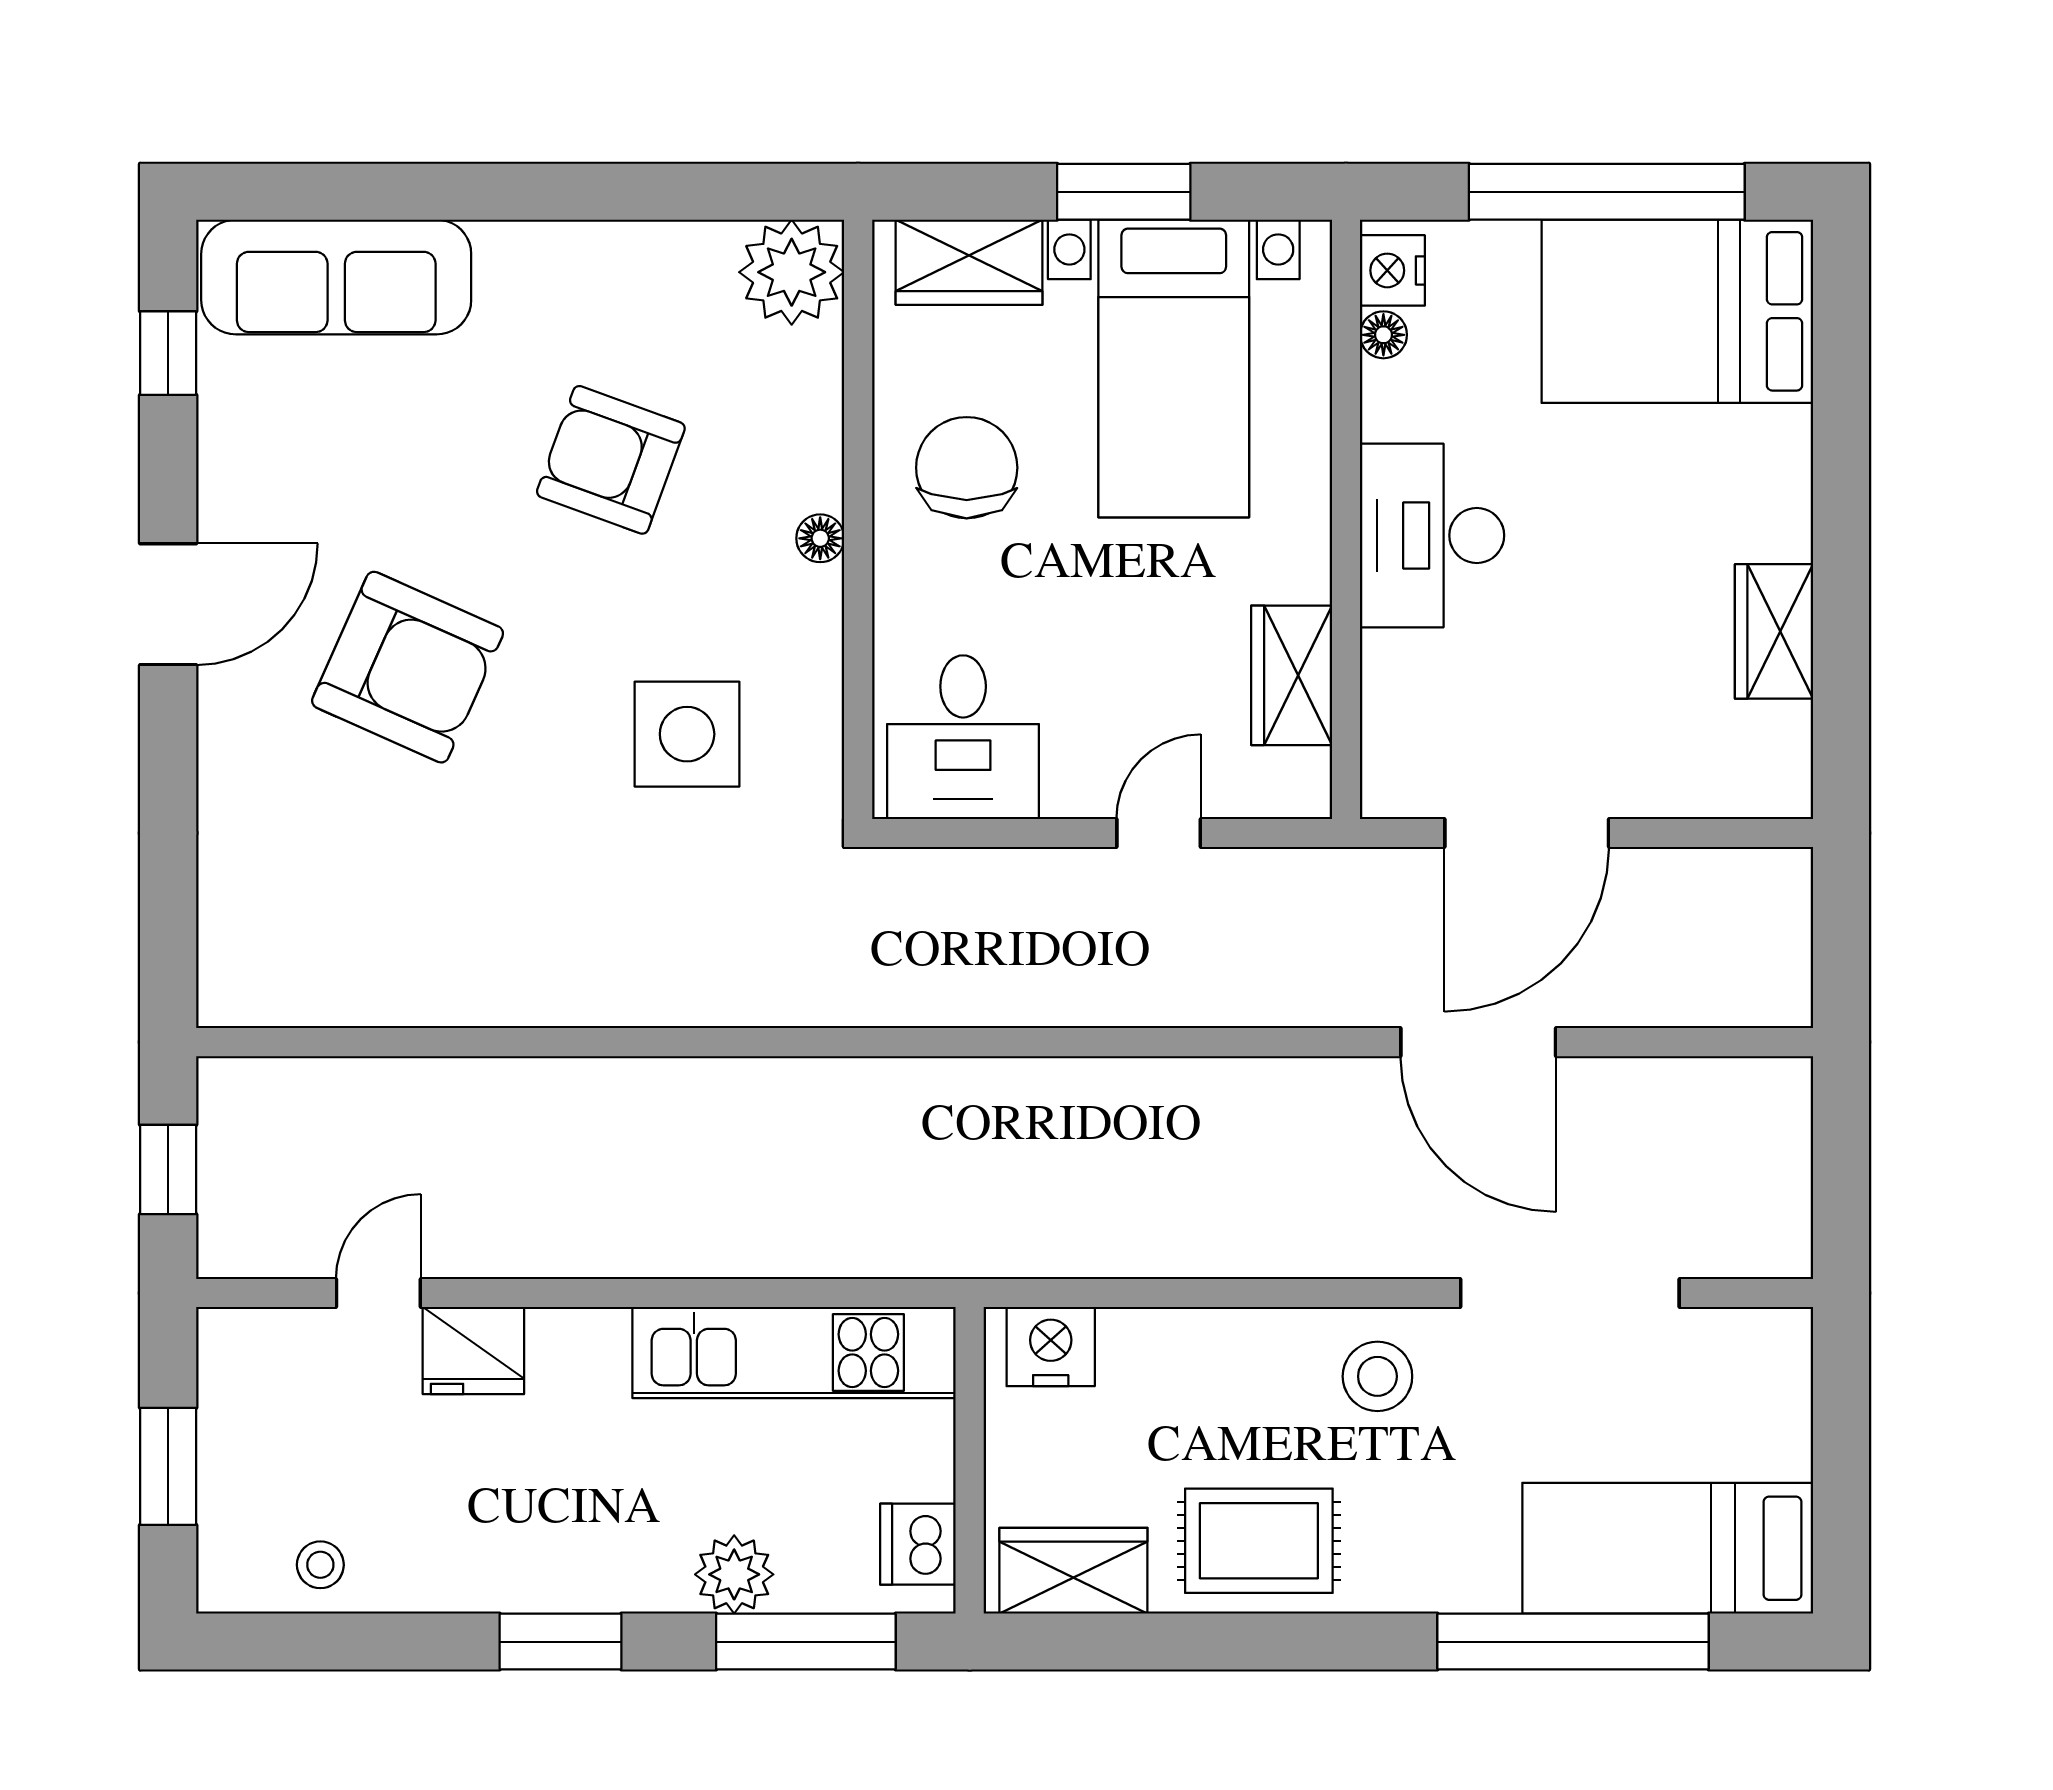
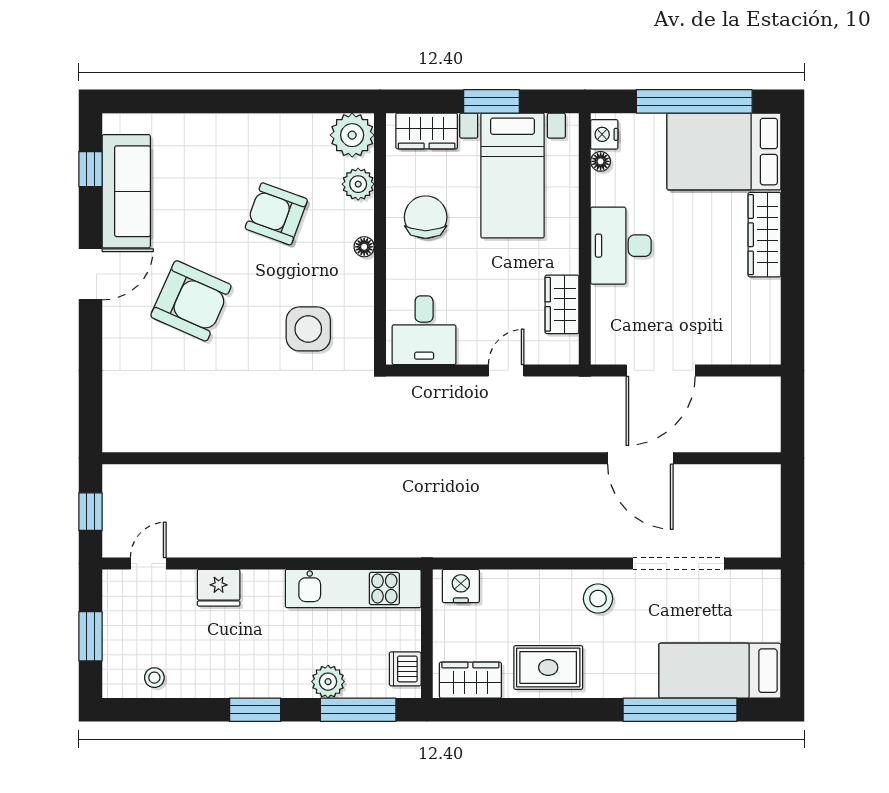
sofa: (336, 277) -> (126, 191), moved, turned -90
plant: (806, 389) -> (358, 184), added
wardrobe: (1774, 631) -> (764, 235), moved, width x1.50
door: (378, 1293) -> (148, 564), moved

